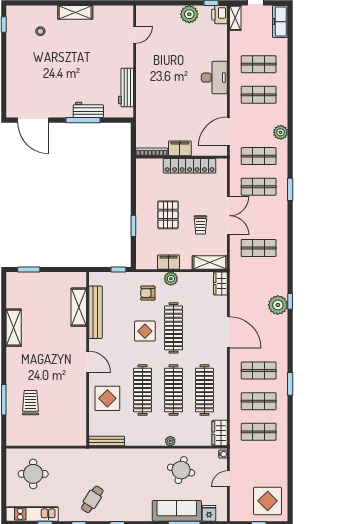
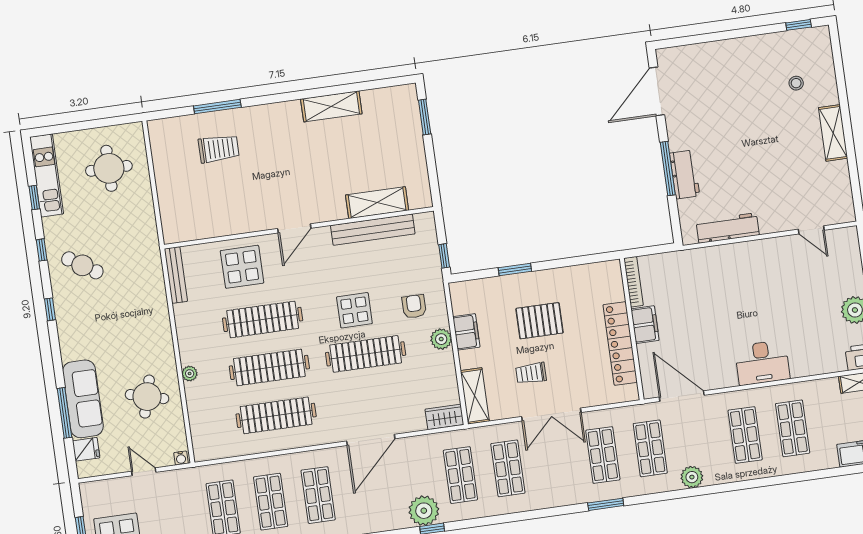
shop shelf: (259, 279) -> (460, 475), added
wardrobe: (220, 433) -> (213, 448), removed

